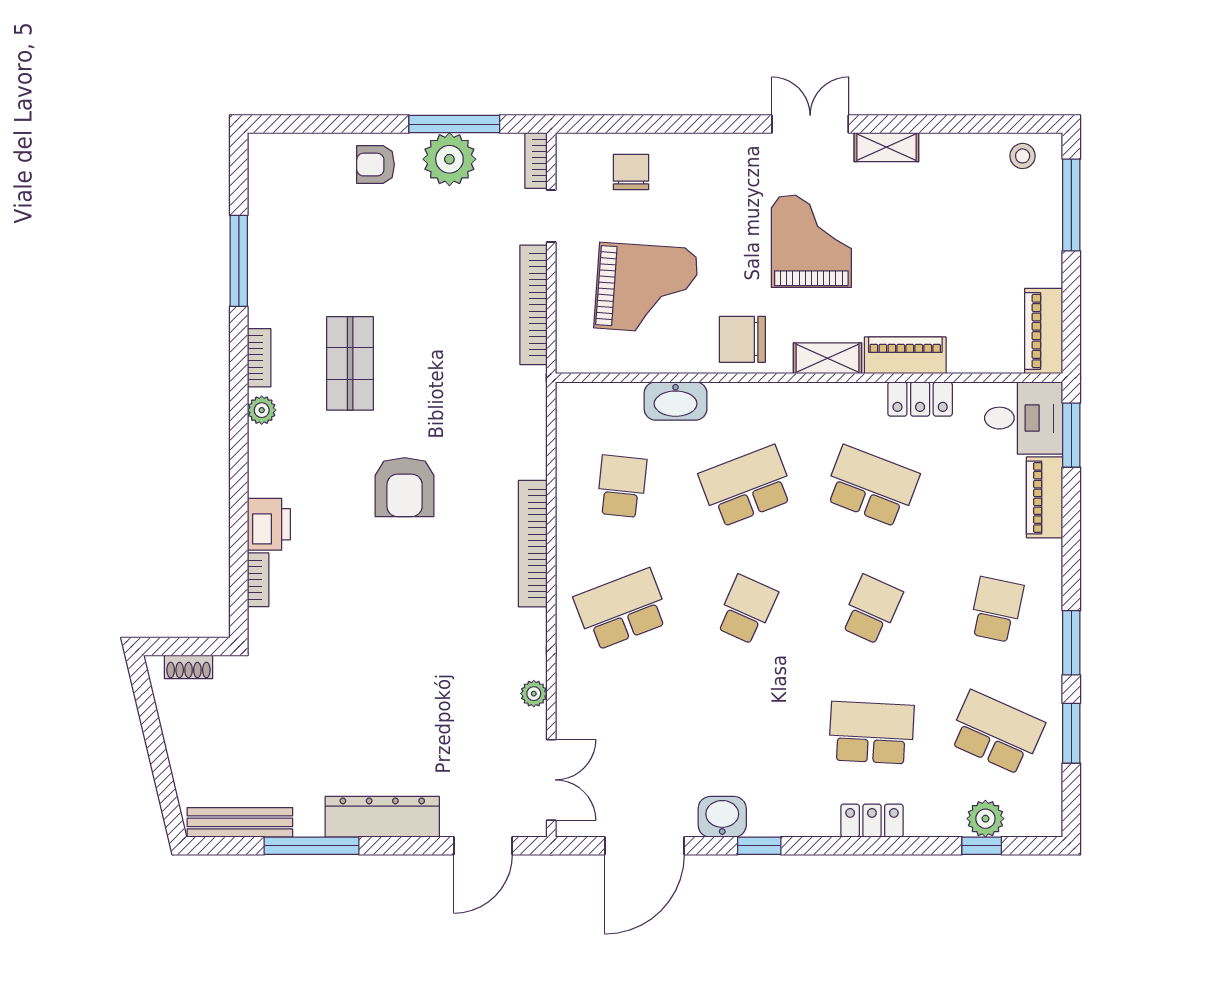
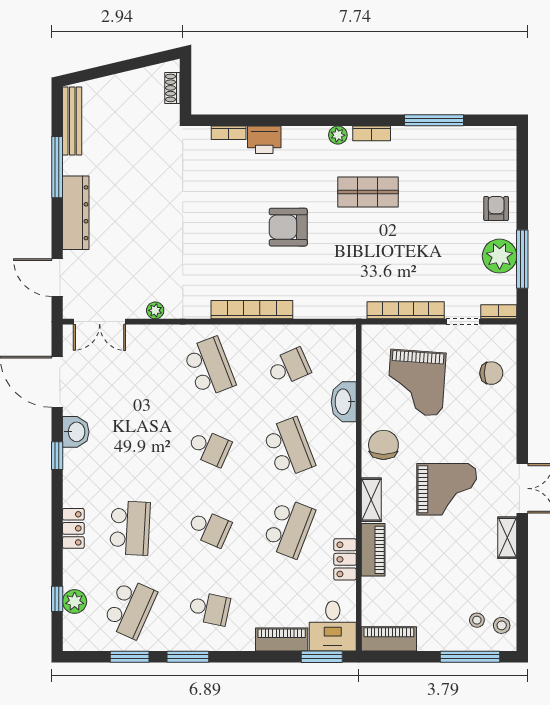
stool: (1014, 194) -> (477, 620), added
school desk: (622, 486) -> (289, 367), turned -30

